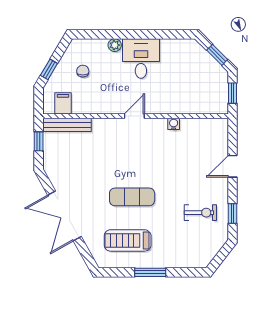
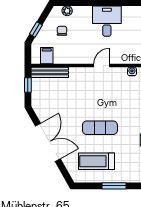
plant: (115, 45) -> (67, 11), moved
double door: (64, 216) -> (48, 142), swing flipped

